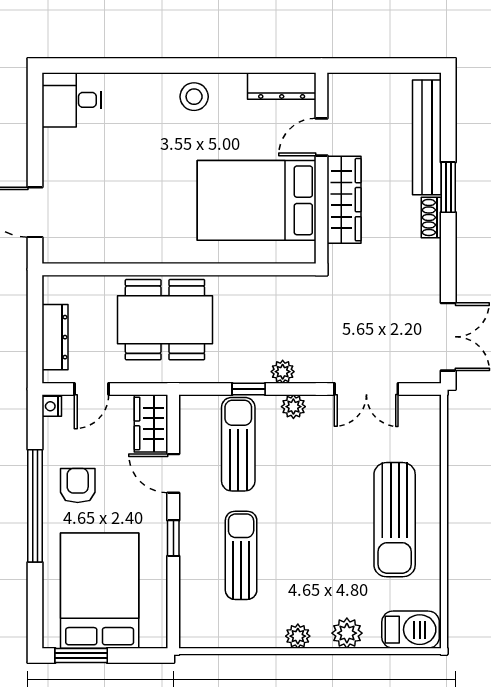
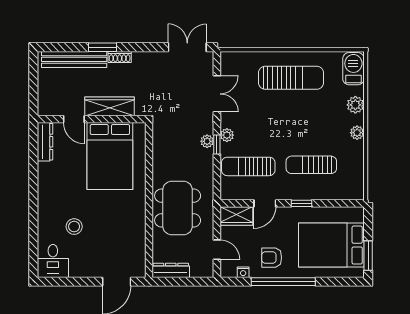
stool: (194, 97) -> (74, 227), moved
dresser: (55, 337) -> (171, 270), moved
window: (249, 389) -> (217, 145), moved
nightstand: (52, 406) -> (243, 272), moved

